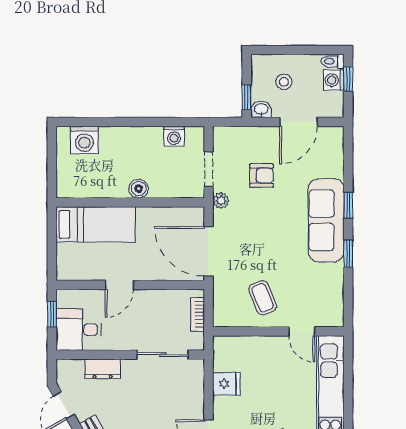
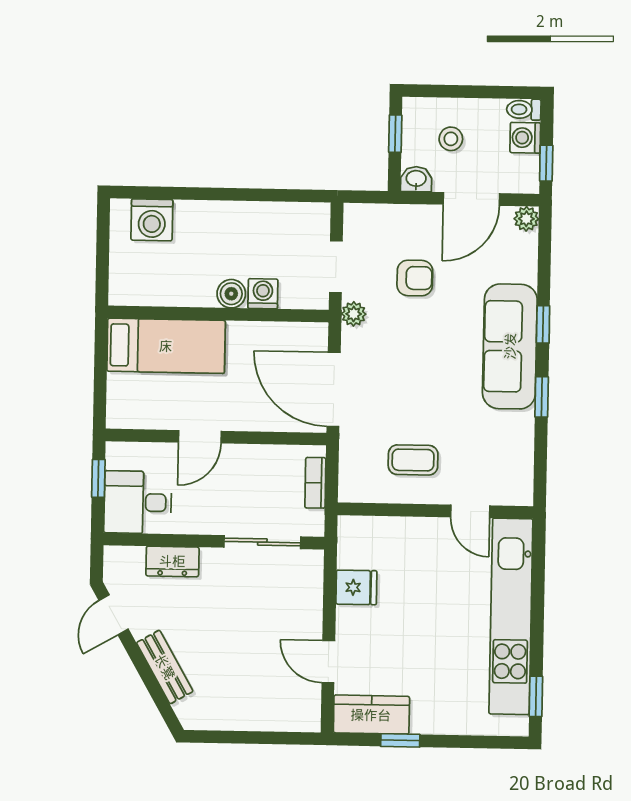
window: (348, 79) -> (546, 163), moved
window: (247, 97) -> (395, 134), moved
plant: (336, 134) -> (526, 219), added
washing machine: (174, 136) -> (263, 294), moved, turned 180
coffee table: (263, 298) -> (413, 460), turned -68

